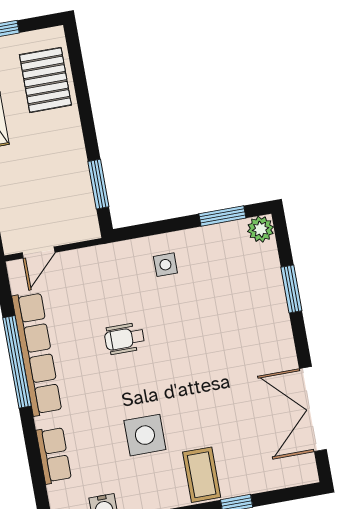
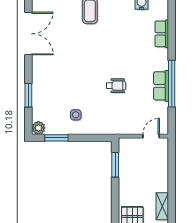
side table: (165, 265) -> (76, 115), moved
row of seats: (37, 354) -> (161, 86), width x0.50
side table: (145, 435) -> (114, 36), removed

